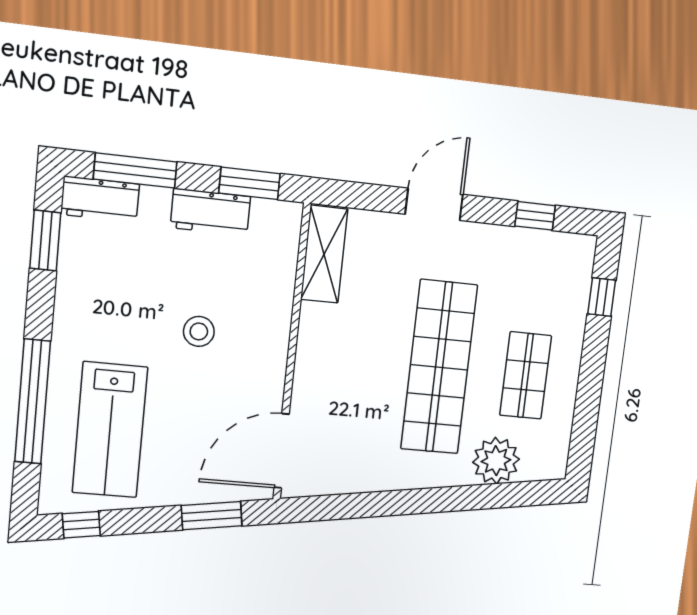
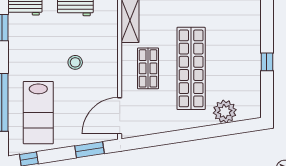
window: (602, 297) -> (267, 62), moved
shop shelf: (526, 375) -> (148, 68), moved

